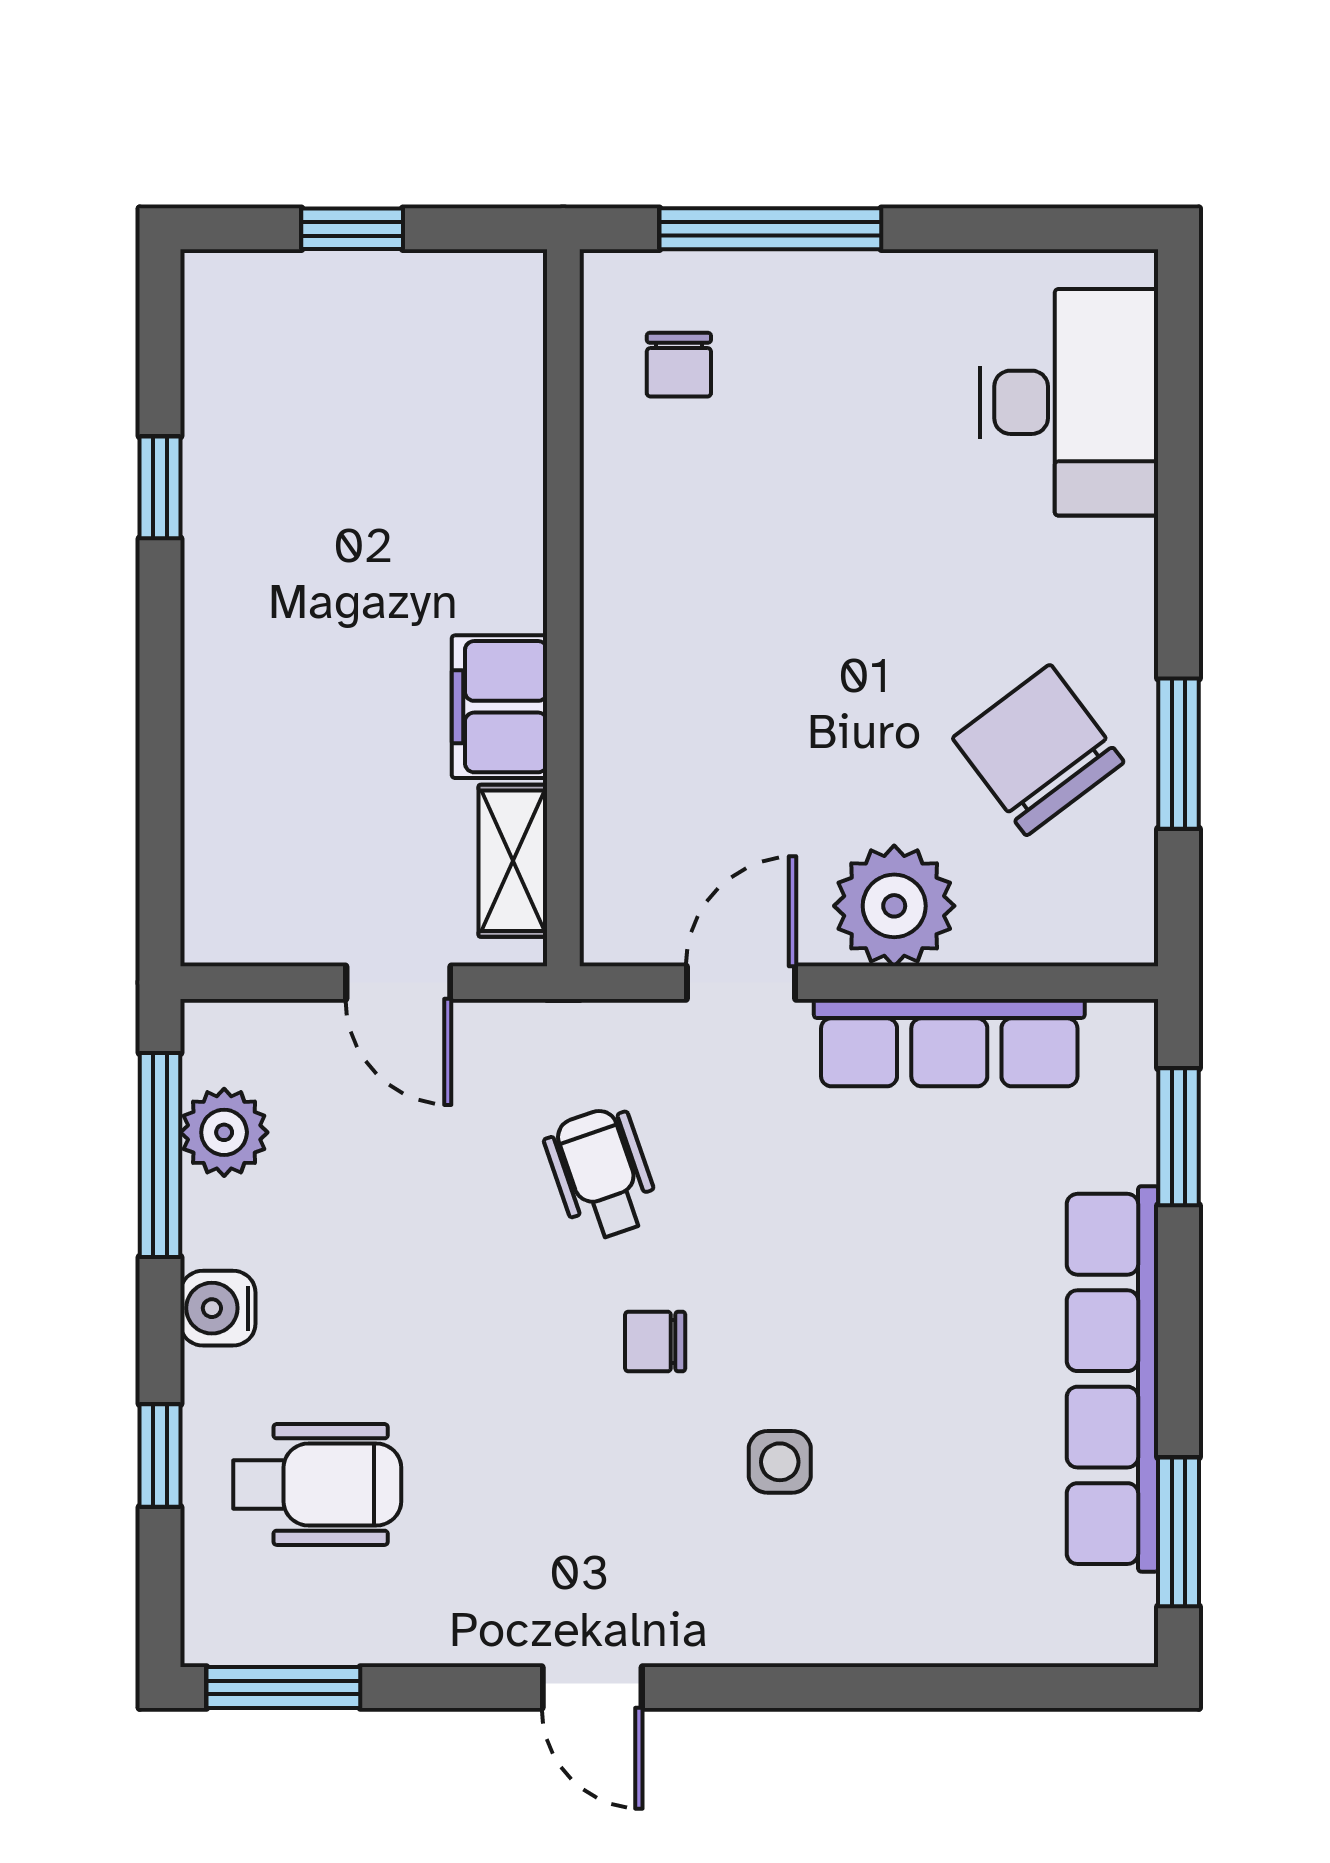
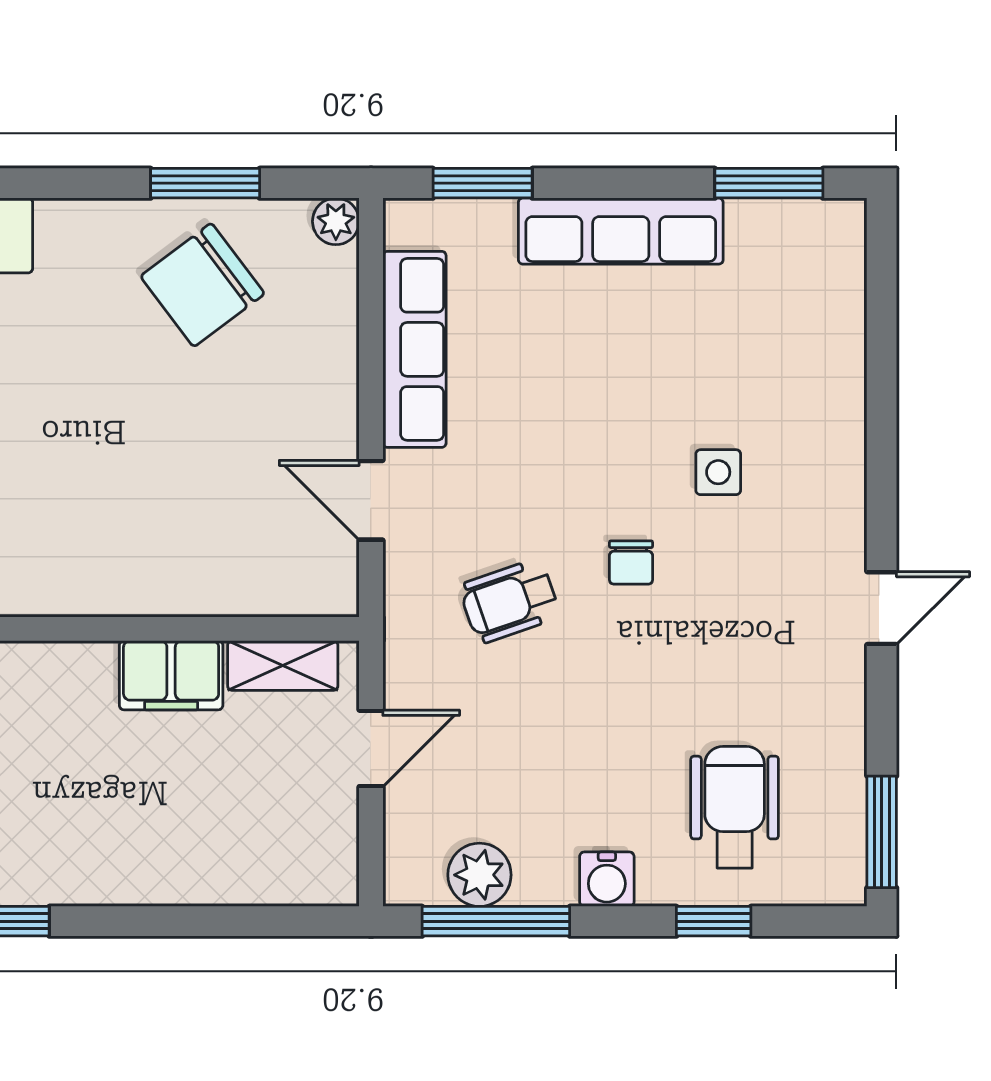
plant: (894, 906) -> (336, 221), moved, width x0.53, depth x0.53
row of seats: (1113, 1379) -> (621, 231), width x0.73

